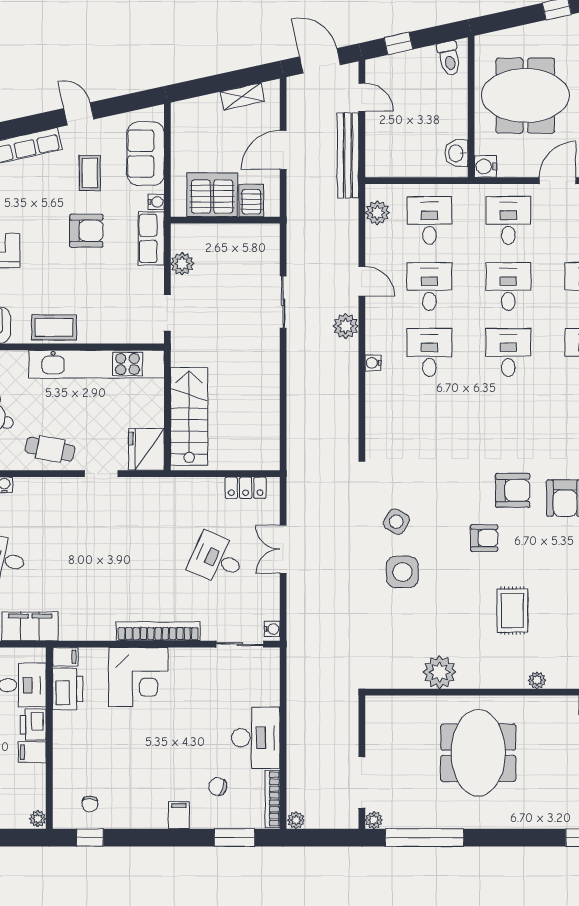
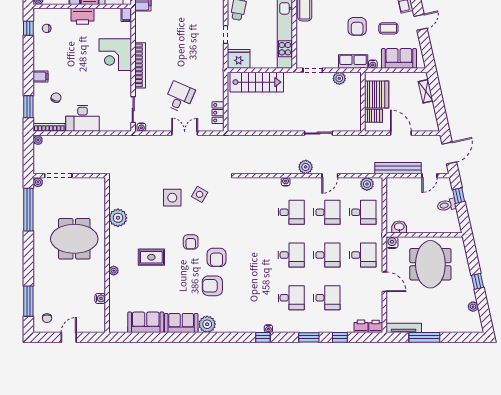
toilet: (449, 58) -> (447, 205), moved
shelving: (242, 96) -> (426, 91), moved
printer: (68, 689) -> (83, 16), moved

